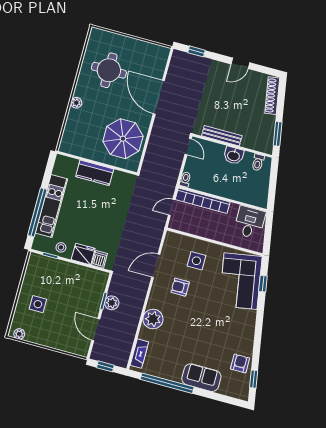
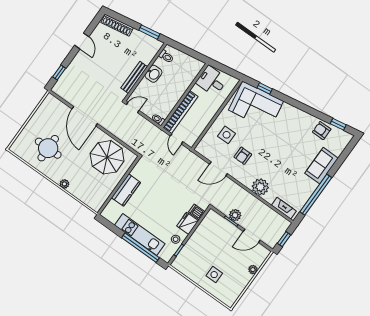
door: (159, 97) -> (85, 116), hinge flipped
door: (156, 266) -> (218, 169), hinge flipped
plant: (19, 334) -> (253, 270), moved

